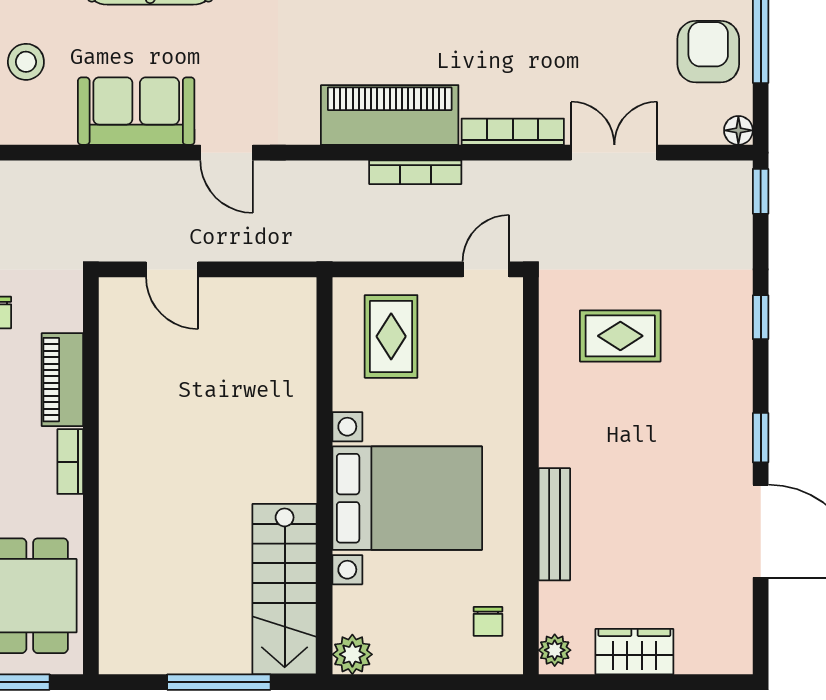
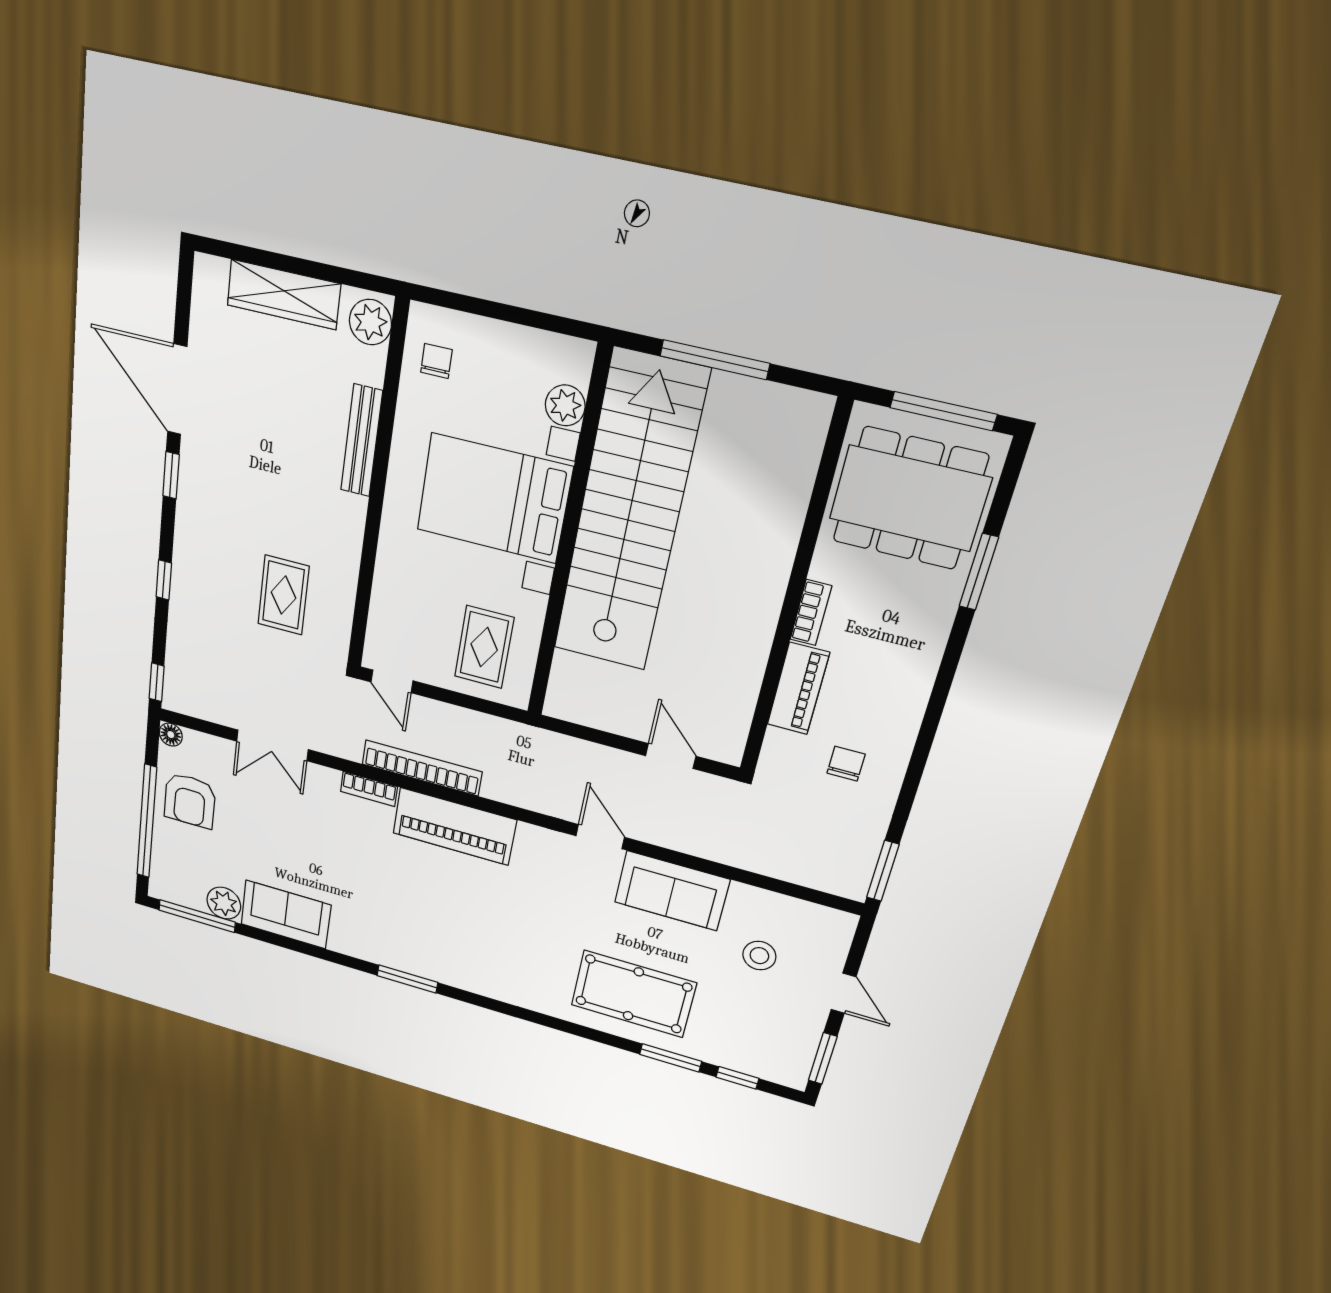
bookcase: (513, 132) -> (369, 789), width x0.64
bookcase: (415, 172) -> (422, 768), width x1.48, depth x1.31
door: (486, 269) -> (392, 681), hinge flipped
rug: (620, 336) -> (283, 595), turned 90
stairs: (285, 589) -> (629, 514), width x1.86, depth x1.51
plant: (555, 650) -> (370, 322), width x1.38, depth x1.38
wardrobe: (634, 652) -> (284, 295), width x1.50
plant: (352, 654) -> (565, 405), moved

